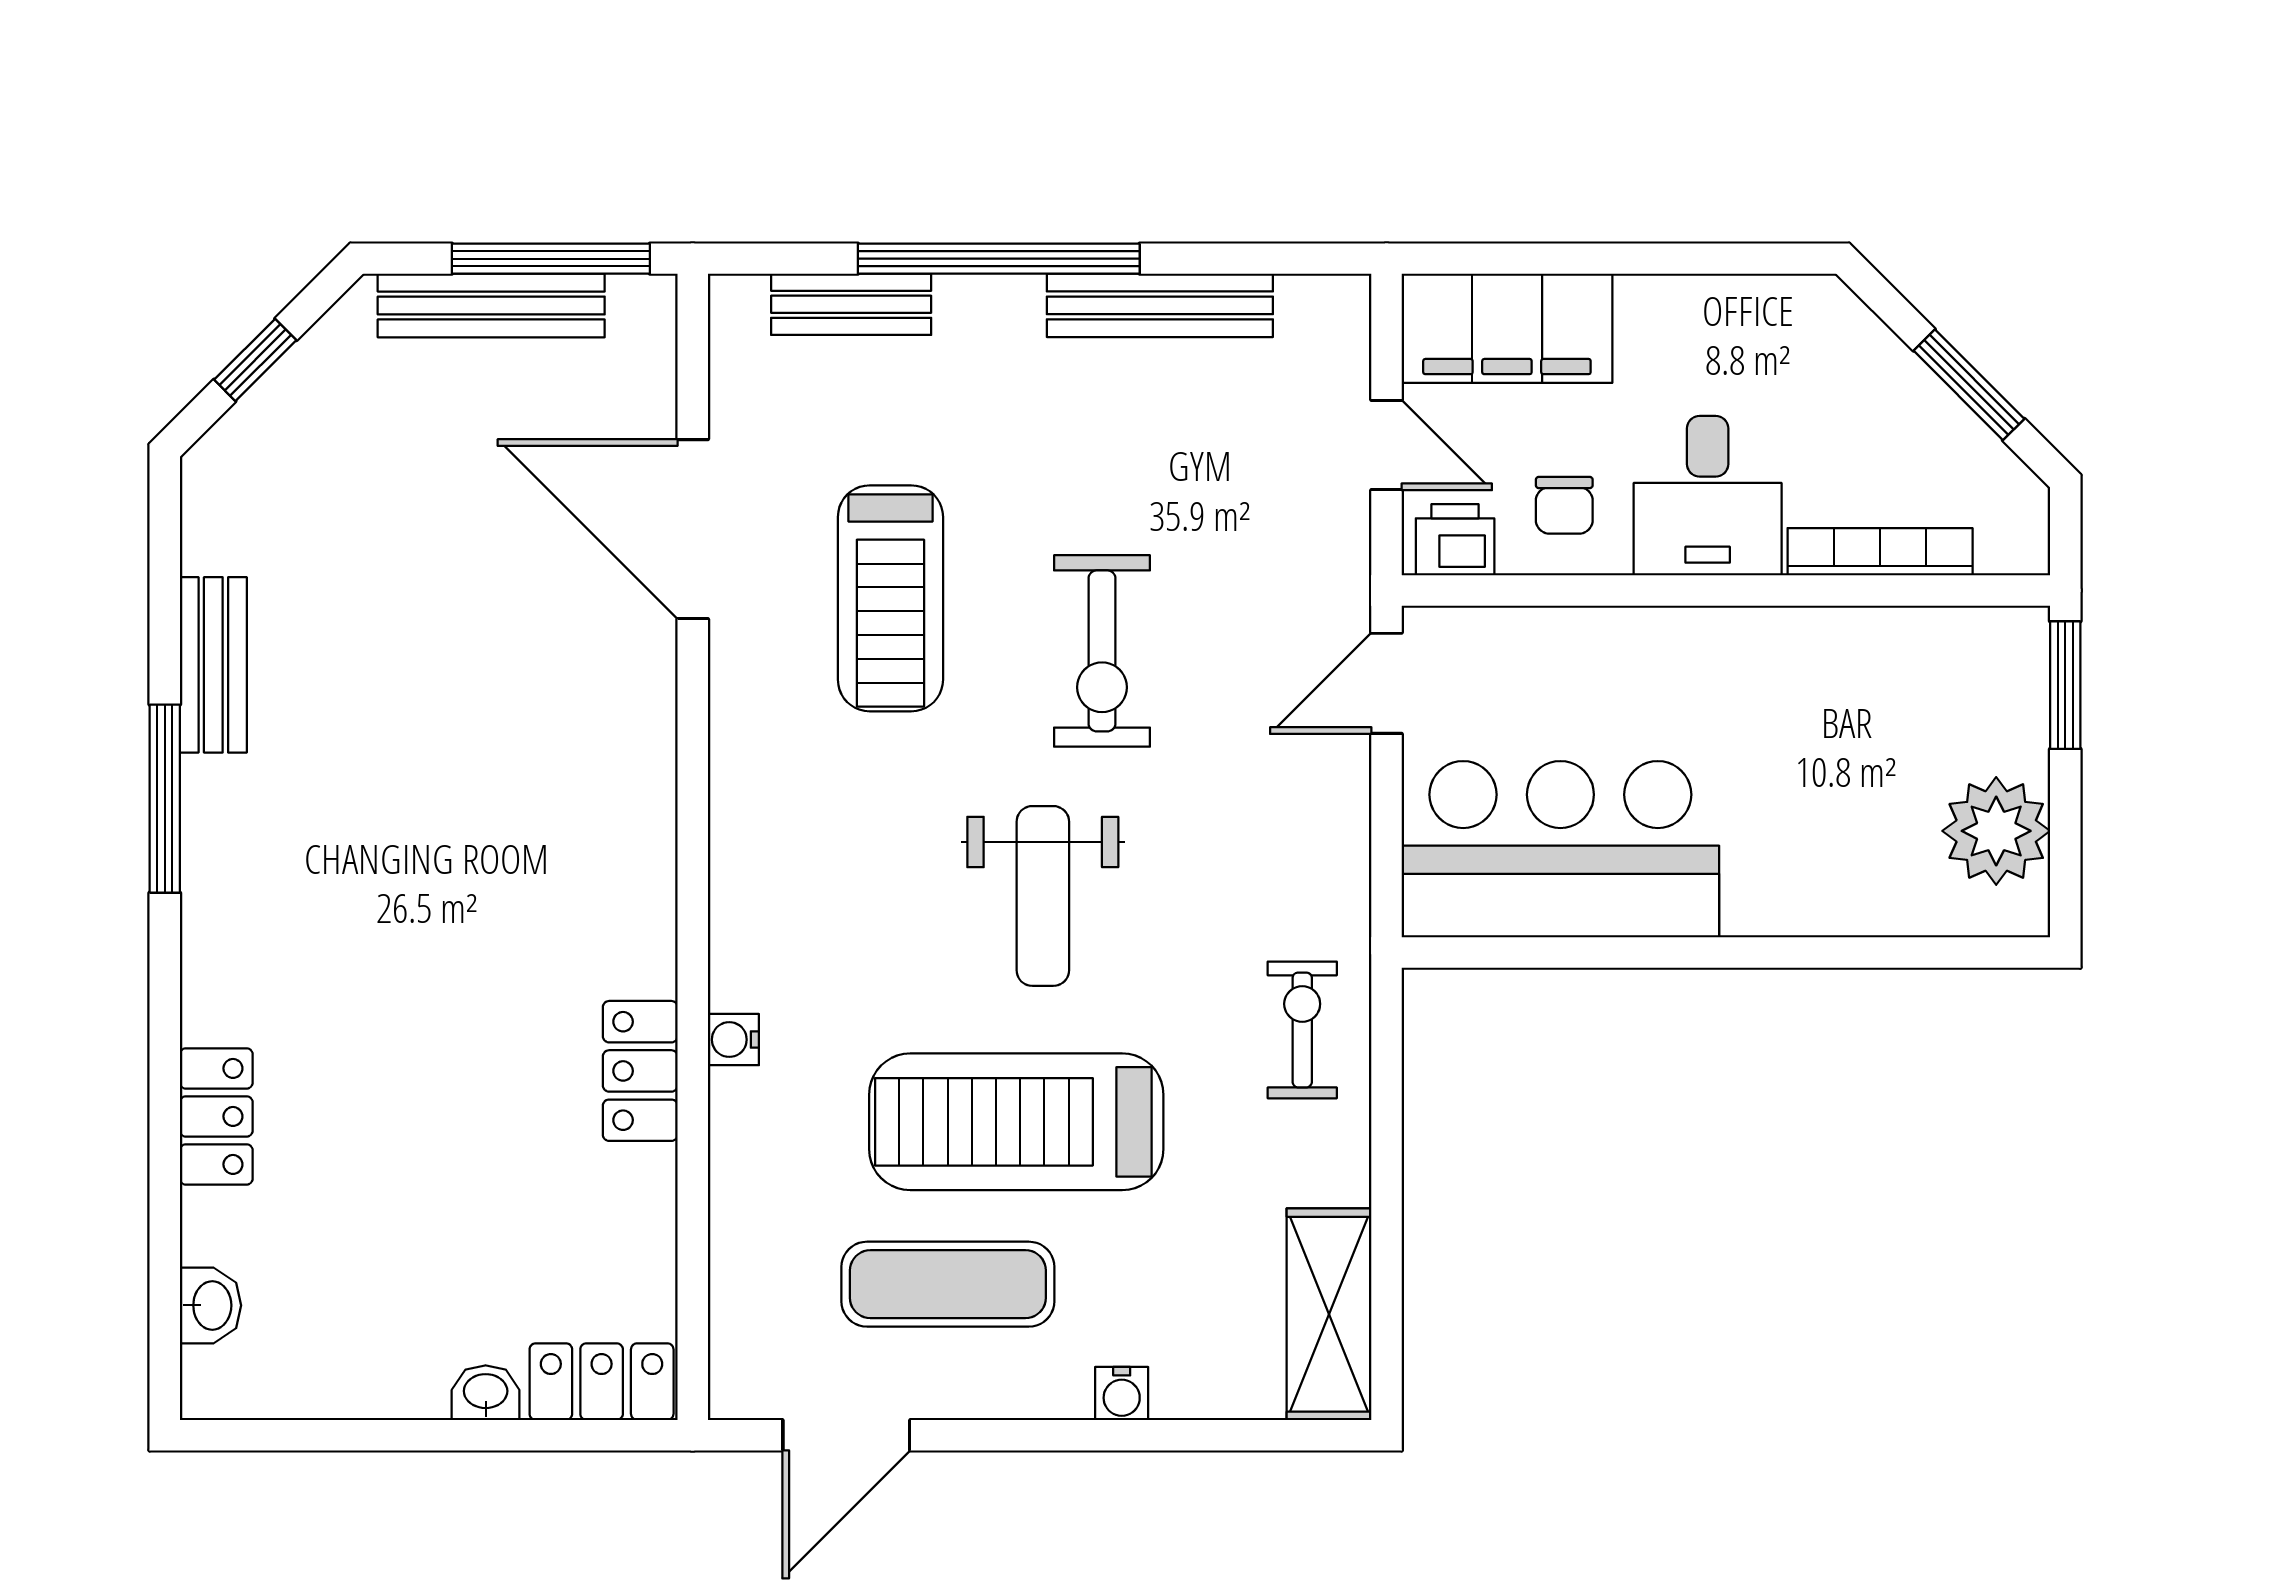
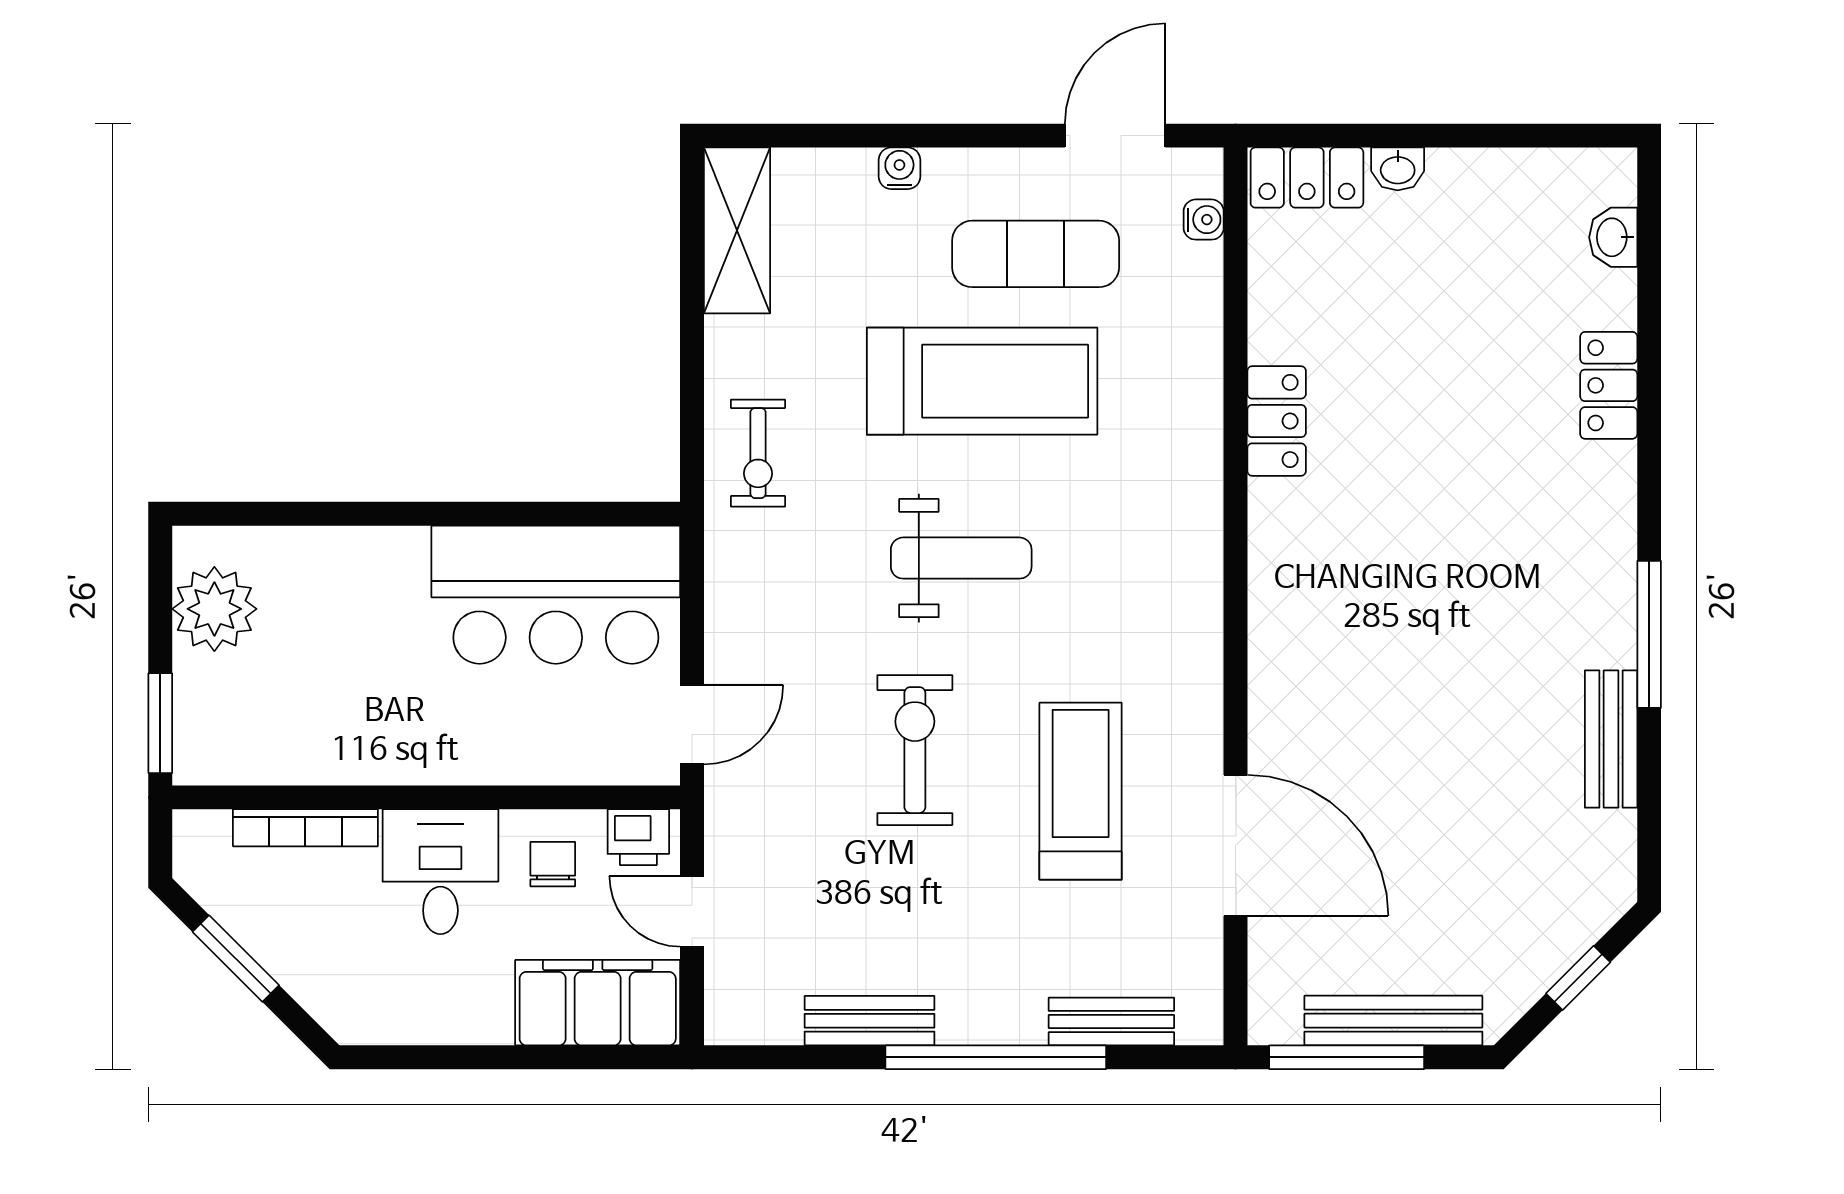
bench: (1160, 305) -> (870, 1021), width x0.73
weight bench: (1043, 896) -> (961, 558), turned 90
water cooler: (733, 1040) -> (1204, 220), moved

